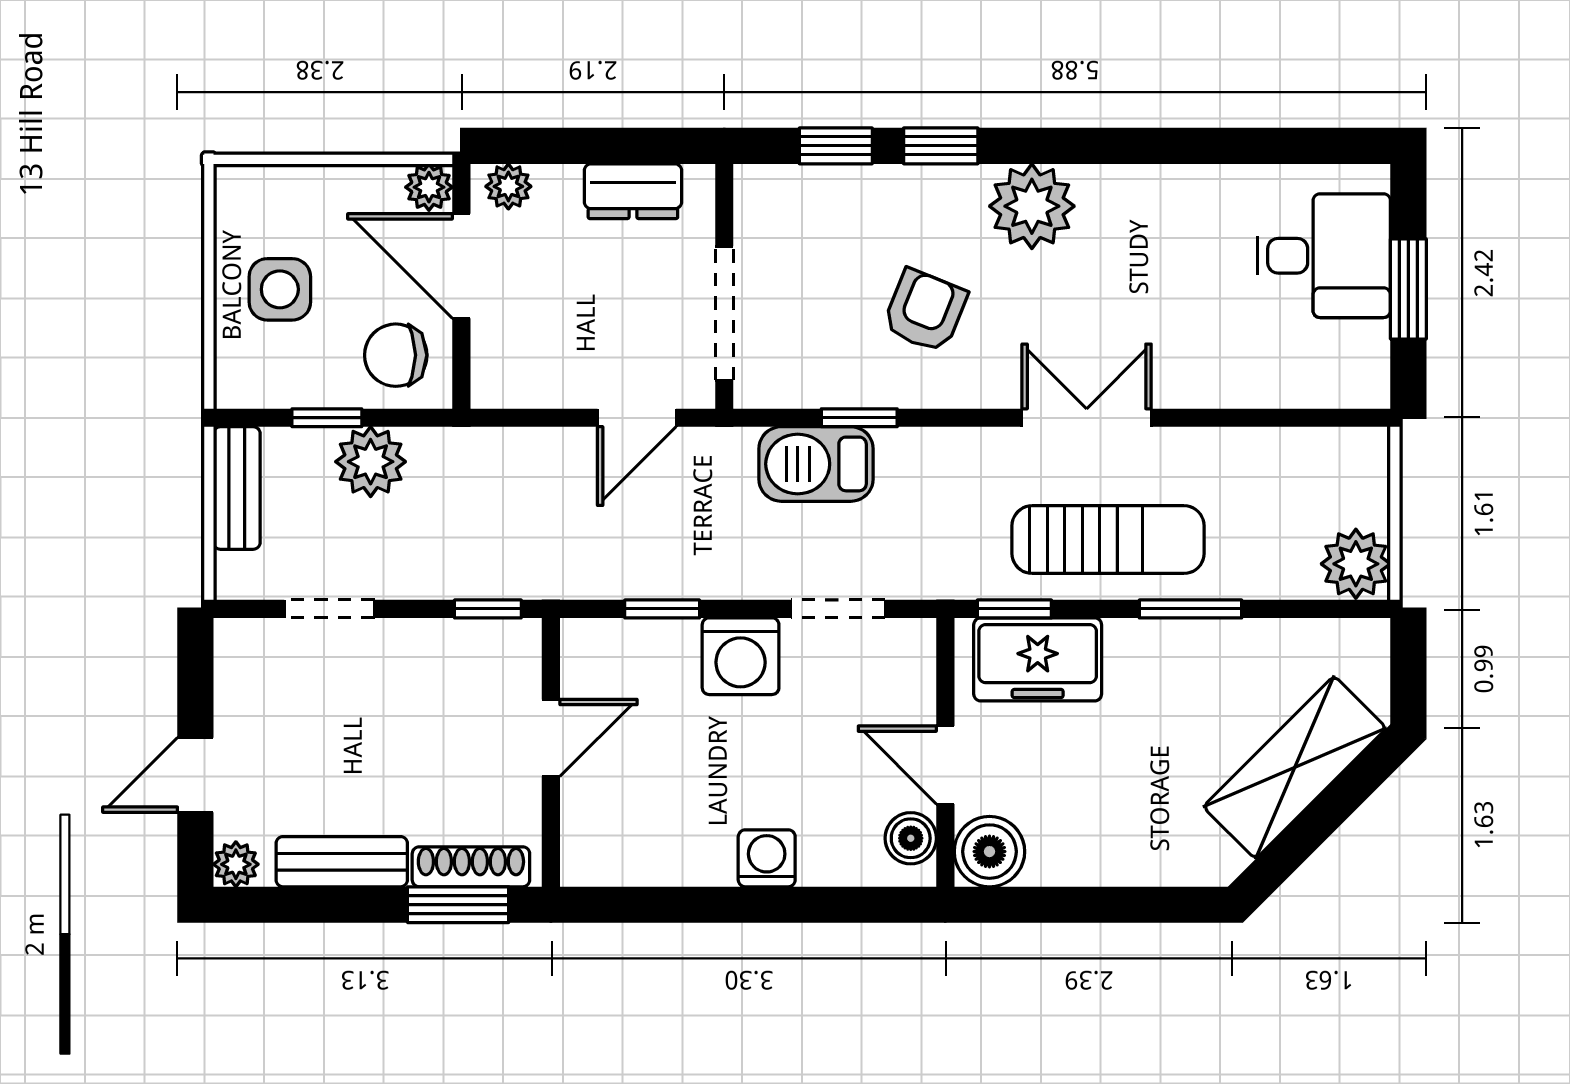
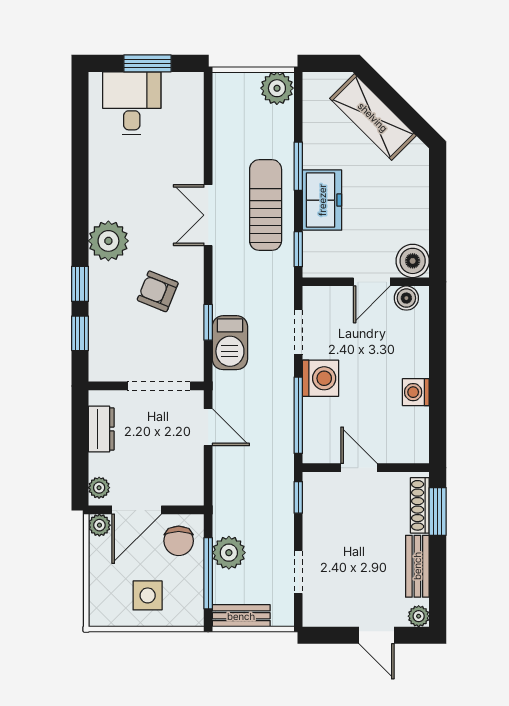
window: (327, 418) -> (208, 573), width x2.17
window: (662, 609) -> (298, 415), width x2.17
freezer: (1038, 659) -> (322, 200), moved
washing machine: (767, 858) -> (416, 392), moved

